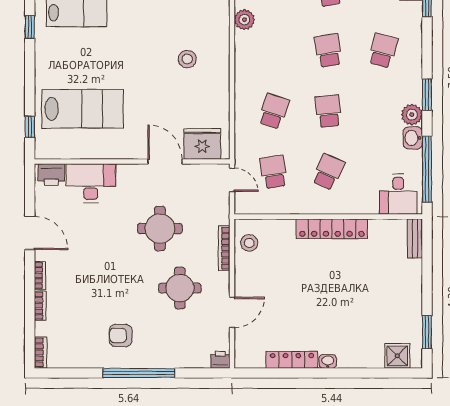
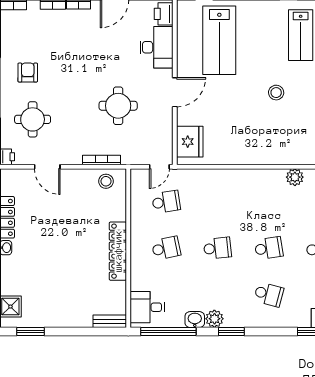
stool: (187, 59) -> (276, 93), moved
school desk: (274, 111) -> (217, 202), removed
door: (165, 162) -> (175, 92), moved
school desk: (328, 172) -> (166, 248), turned -36
round table: (180, 288) -> (33, 119), moved

